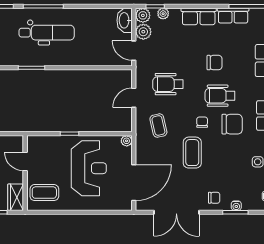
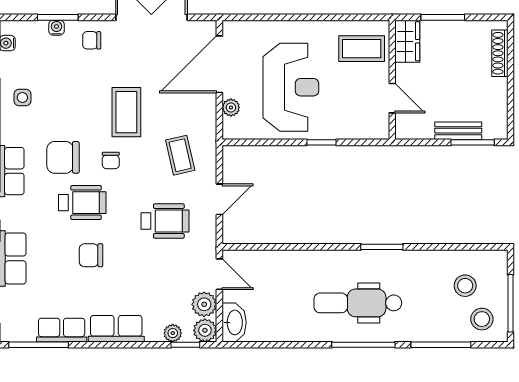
plant: (127, 141) -> (231, 107), moved
reception desk: (89, 168) -> (291, 87), turned 180

